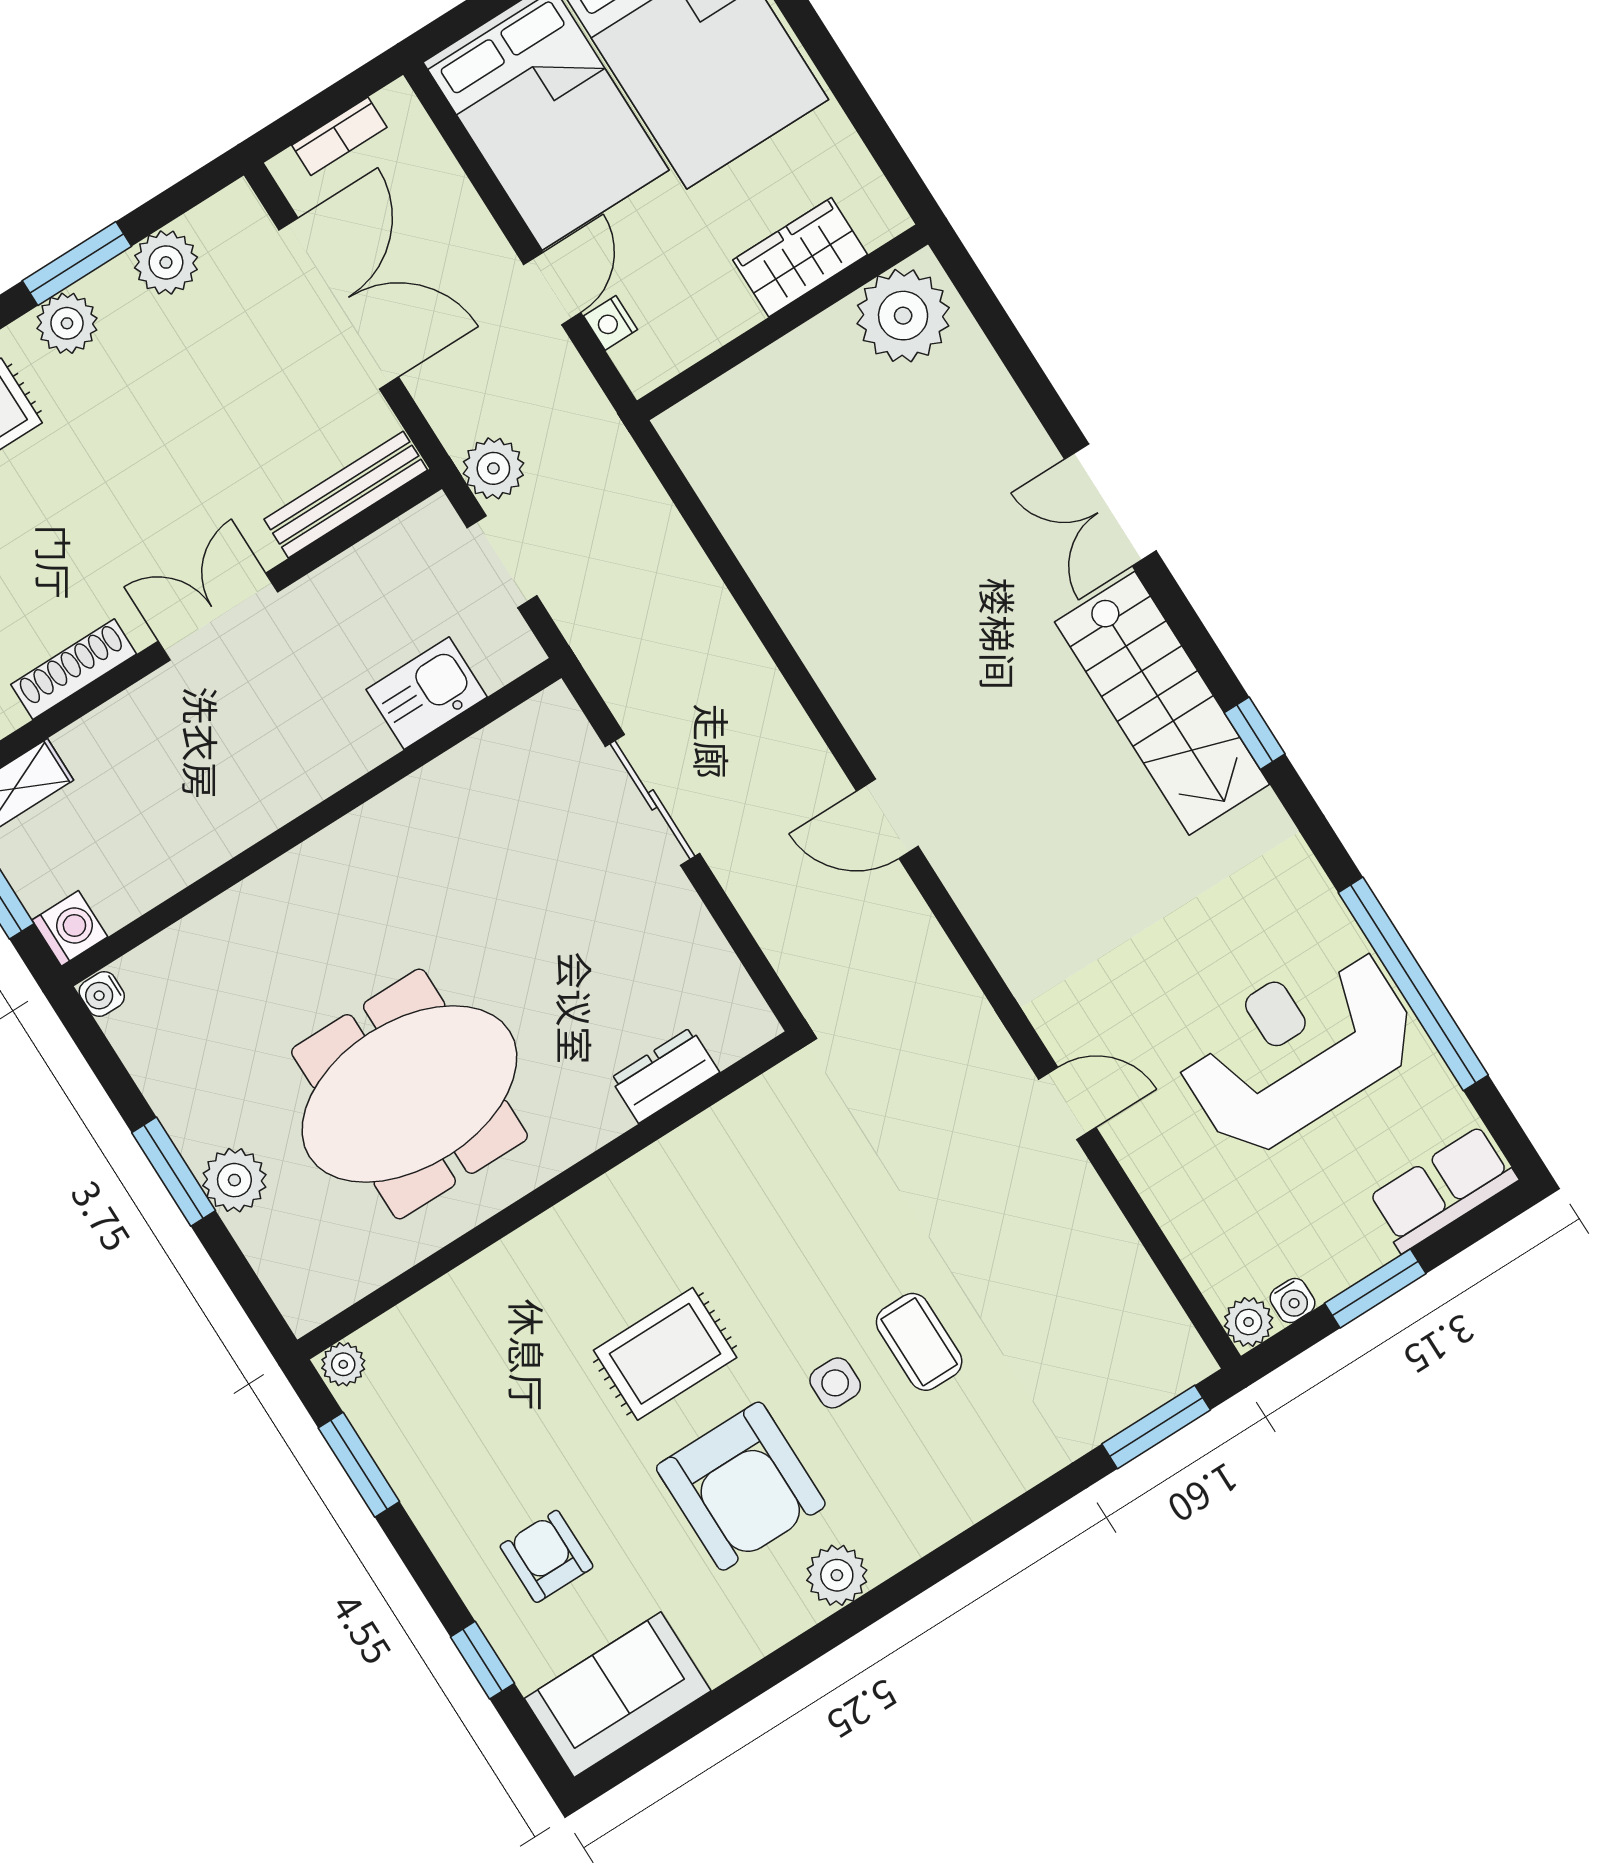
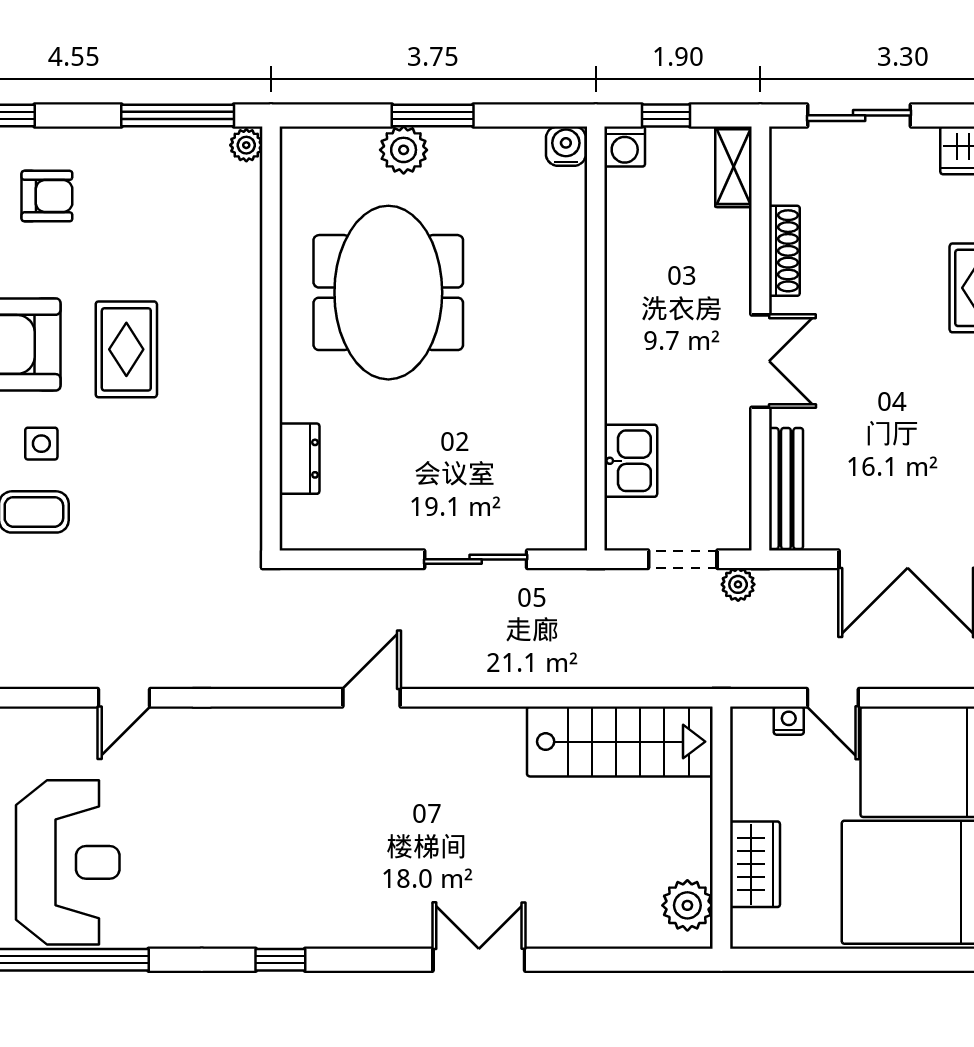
plant: (903, 316) -> (687, 905), width x0.73, depth x0.73
plant: (493, 468) -> (738, 584), width x0.73, depth x0.73
stairs: (1162, 703) -> (620, 742), moved, turned 180
water cooler: (102, 994) -> (566, 146), width x1.38, depth x1.38
window: (359, 1465) -> (178, 115), width x1.44

